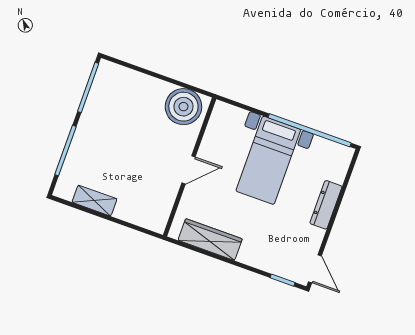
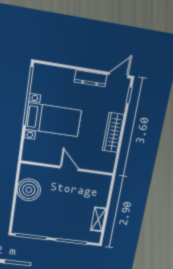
boiler: (183, 107) -> (29, 190), moved
dresser: (326, 205) -> (90, 78), moved
wardrobe: (210, 240) -> (113, 133), moved

